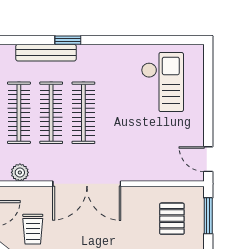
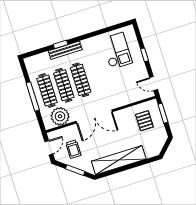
bench: (46, 53) -> (65, 50), moved
window: (208, 104) -> (145, 55), added
plant: (20, 172) -> (60, 116), width x1.88, depth x1.88

